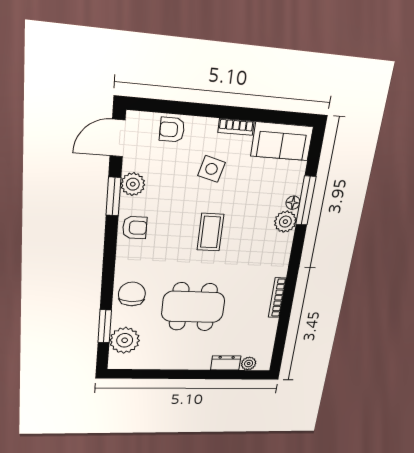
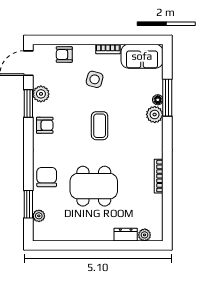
plant: (125, 340) -> (39, 216), width x0.53, depth x0.53

